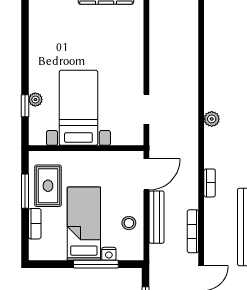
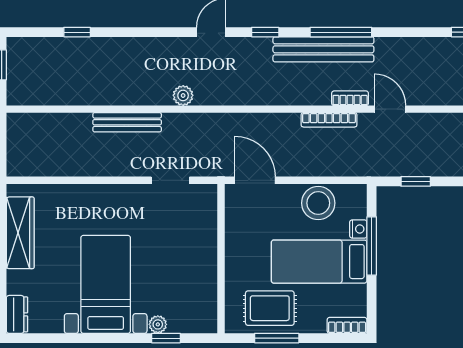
bed with nightstands: (78, 108) -> (106, 284), moved, turned 90
bookcase: (210, 183) -> (350, 98), moved
bench: (157, 217) -> (127, 122), moved
stool: (129, 223) -> (318, 203), width x1.89, depth x1.89
bookcase: (35, 224) -> (347, 325), moved

